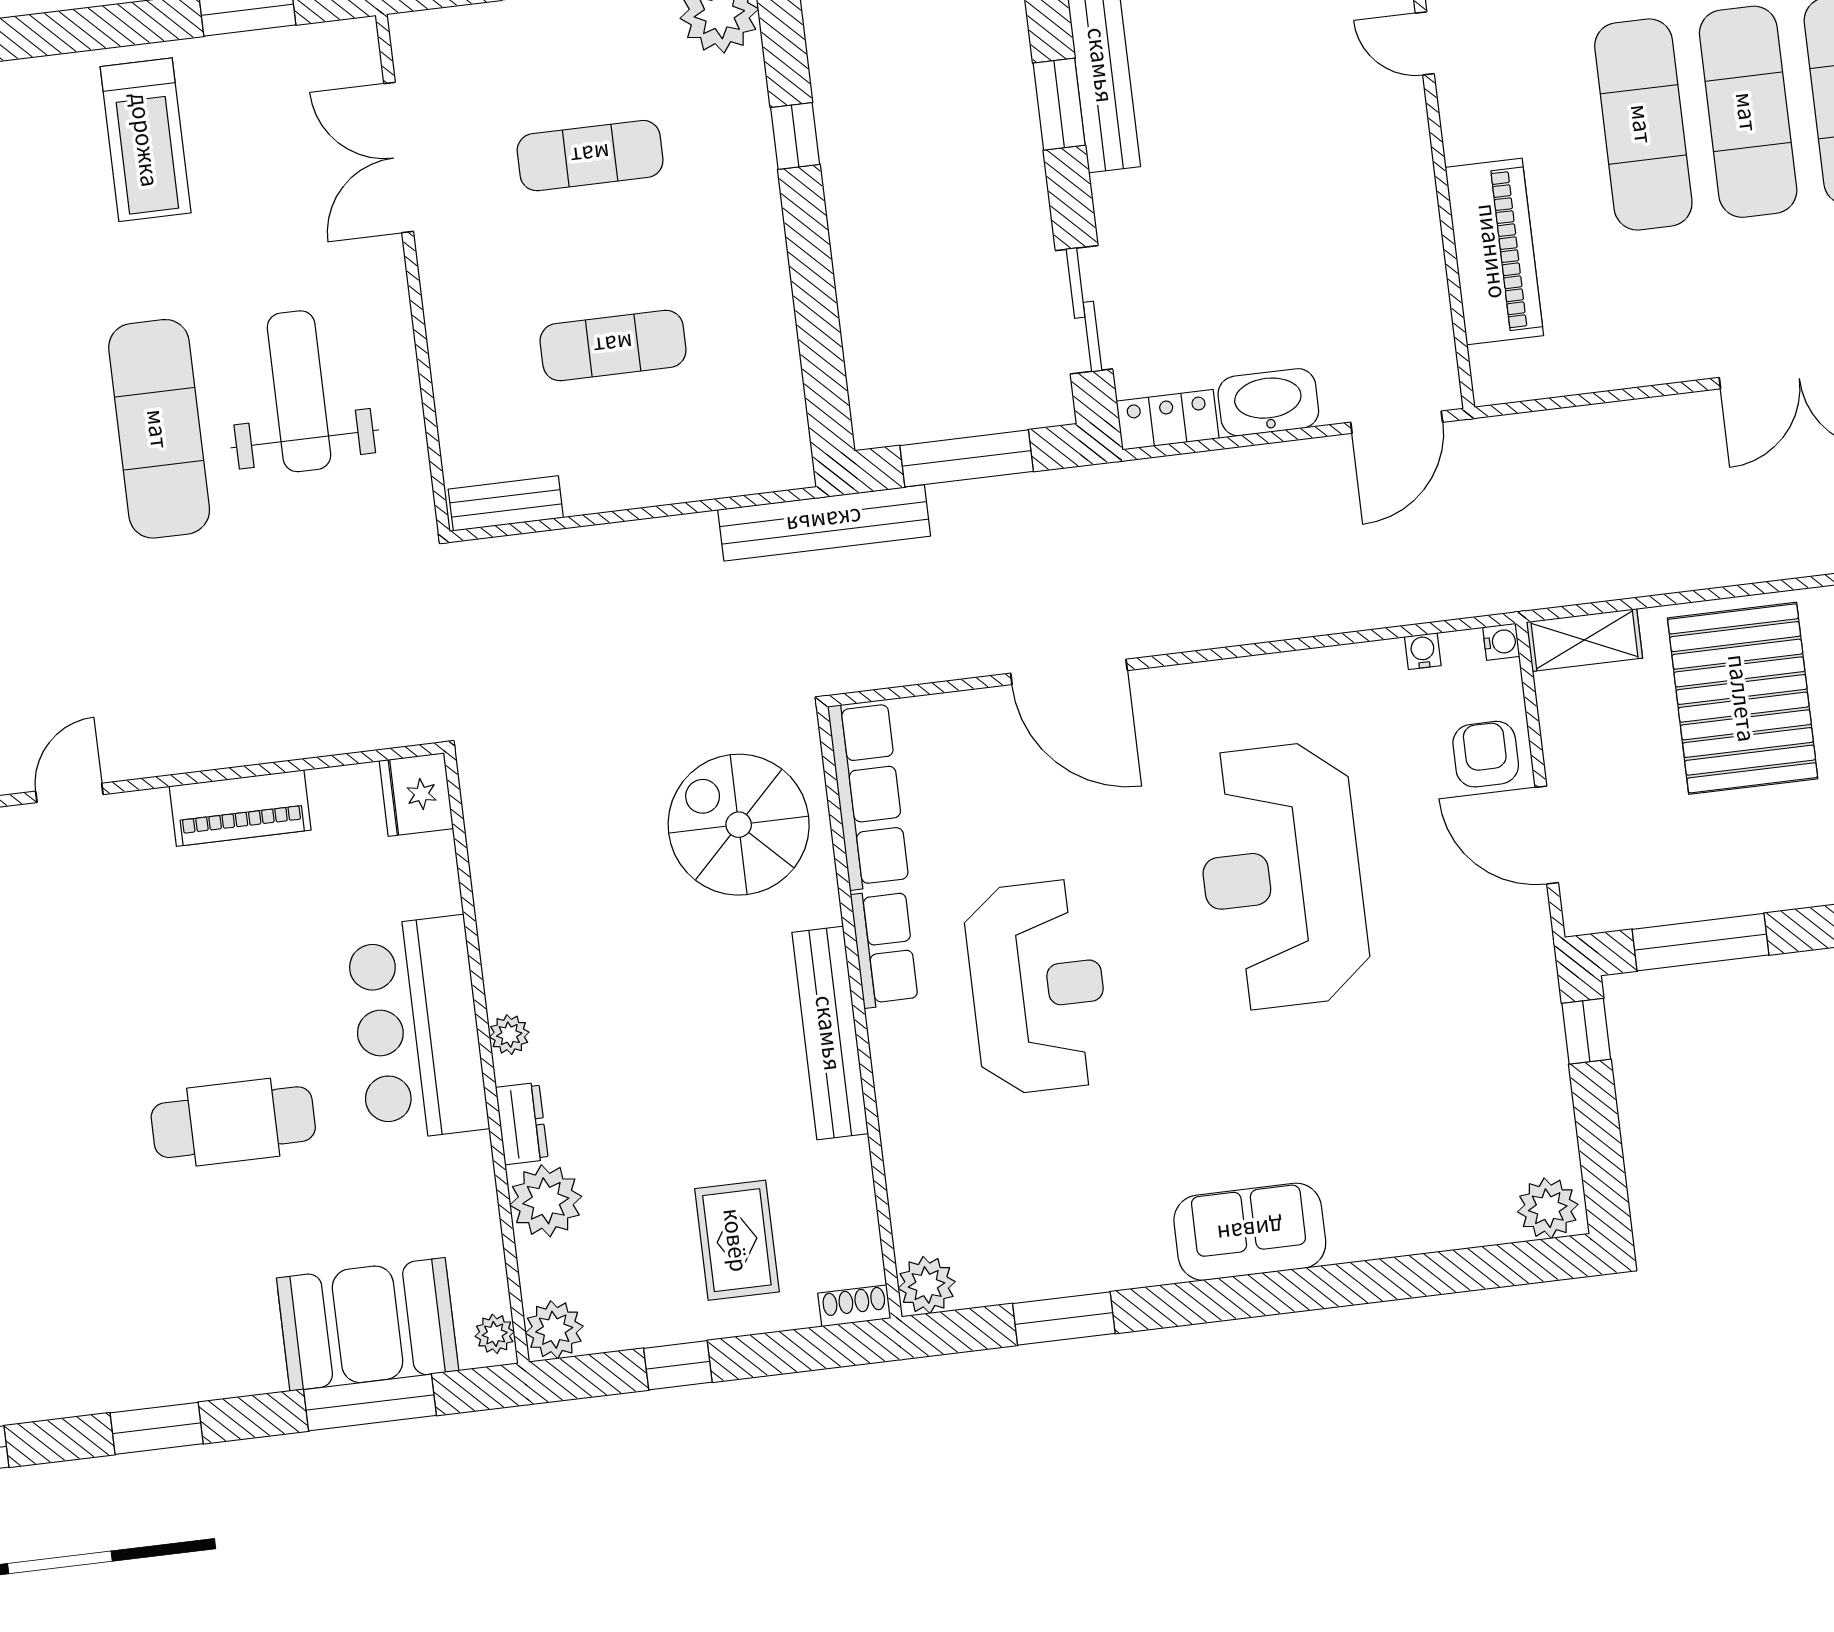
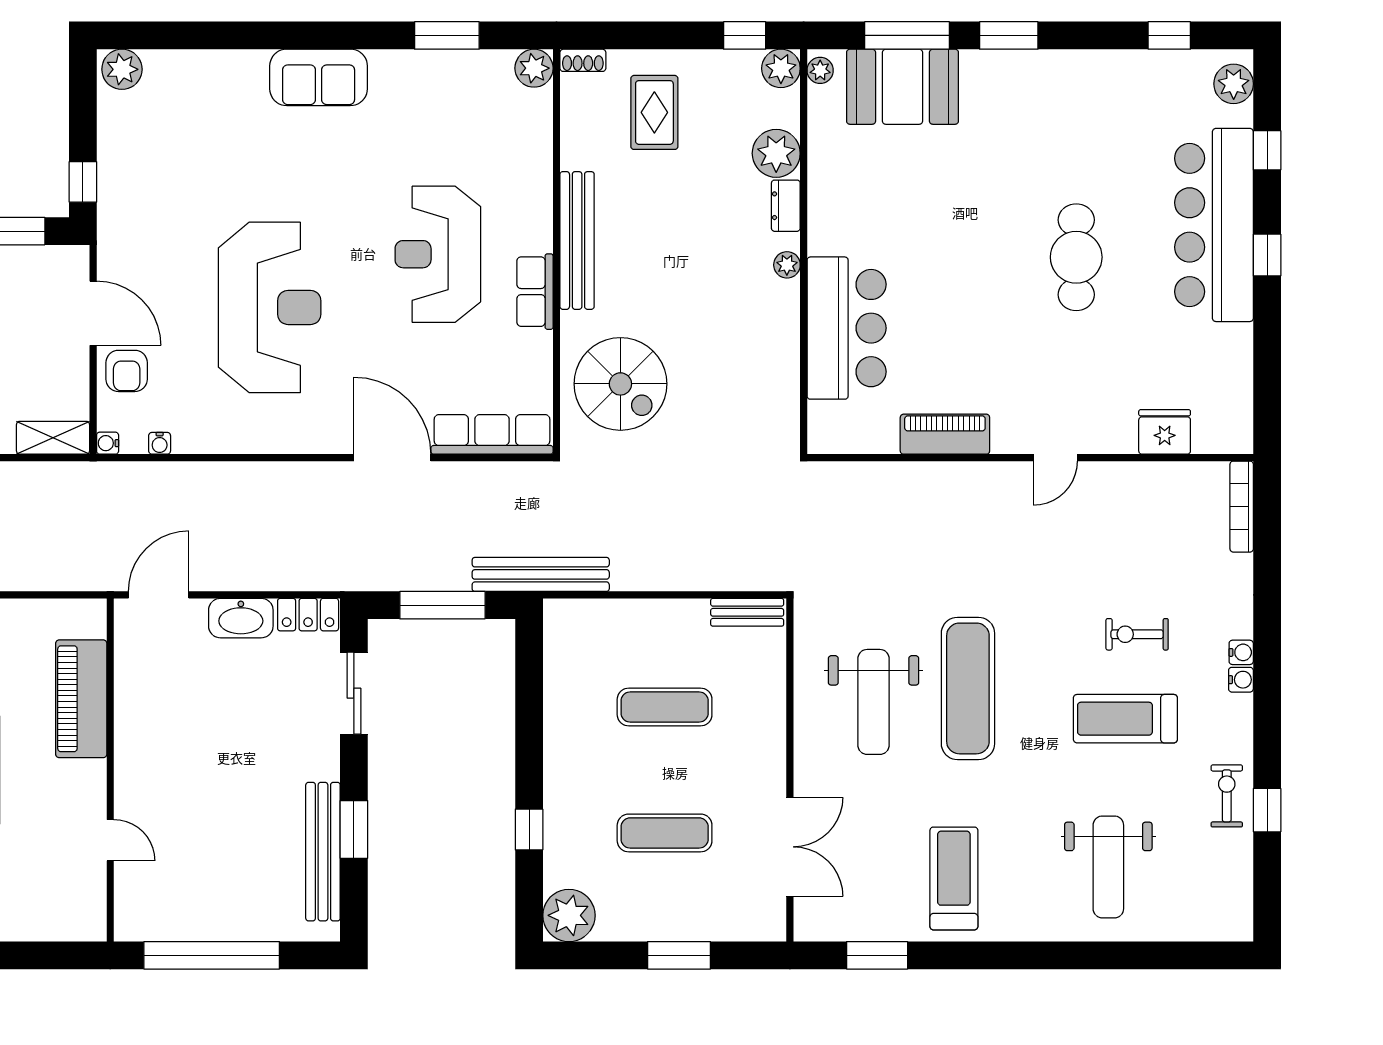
fridge: (416, 795) -> (829, 429), removed
row of seats: (868, 795) -> (492, 434), moved, turned 90
bar counter: (417, 1029) -> (847, 328), moved
cafe table: (233, 1122) -> (1076, 257), moved, turned 90
window: (678, 1365) -> (745, 35), moved
window: (157, 1428) -> (1009, 35), moved

